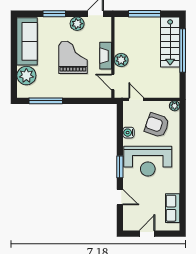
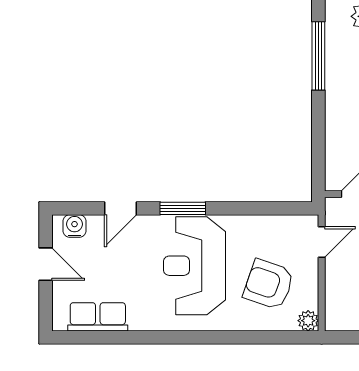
armchair: (157, 125) -> (269, 284), turned -90
water cooler: (128, 133) -> (75, 226), moved

